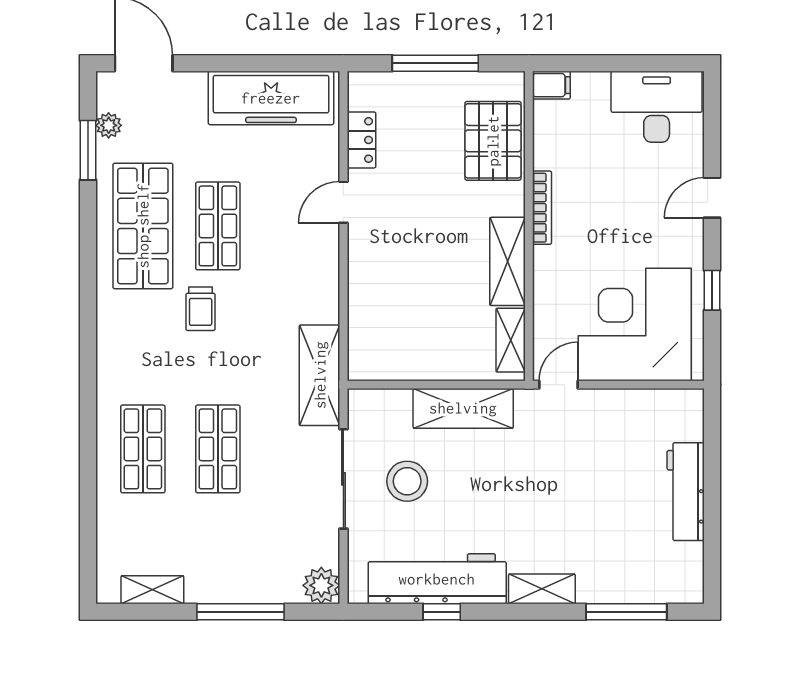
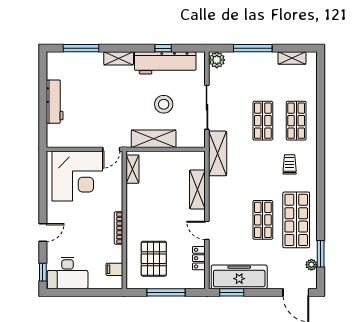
window: (288, 63) -> (232, 292), added
filing cabinet: (551, 85) -> (114, 269), moved
pallet: (493, 141) -> (154, 259), moved
door: (343, 202) -> (207, 230), swing flipped
shelving: (507, 261) -> (197, 189), moved
window: (712, 290) -> (43, 272), moved
trolley: (201, 309) -> (290, 164), moved
stool: (407, 481) -> (164, 104), moved

